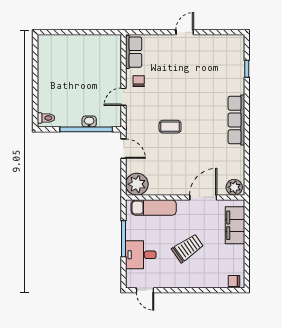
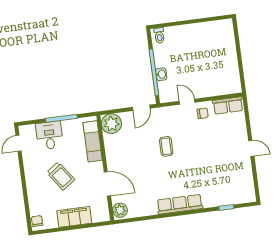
filing cabinet: (235, 225) -> (74, 217), moved

